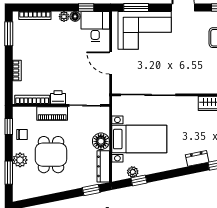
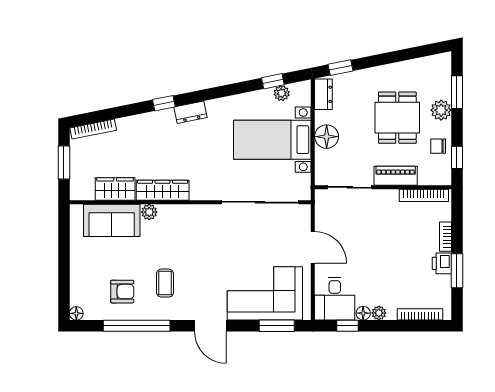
window: (9, 34) -> (457, 271), moved
printer: (58, 97) -> (442, 263), moved, turned 90
dresser: (103, 166) -> (323, 94), width x0.70

